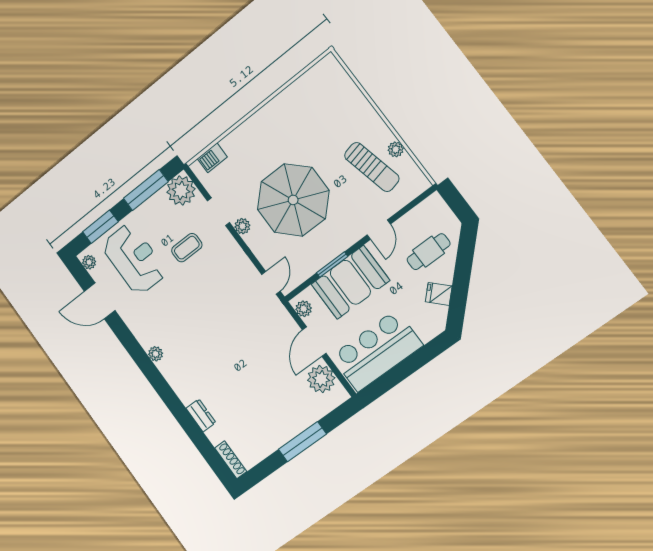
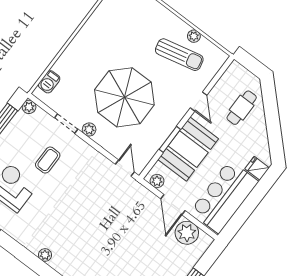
plant: (181, 191) -> (29, 107), width x0.53, depth x0.53
fridge: (439, 294) -> (257, 168), moved, turned 45

